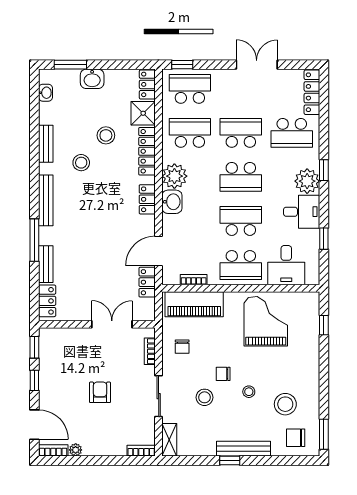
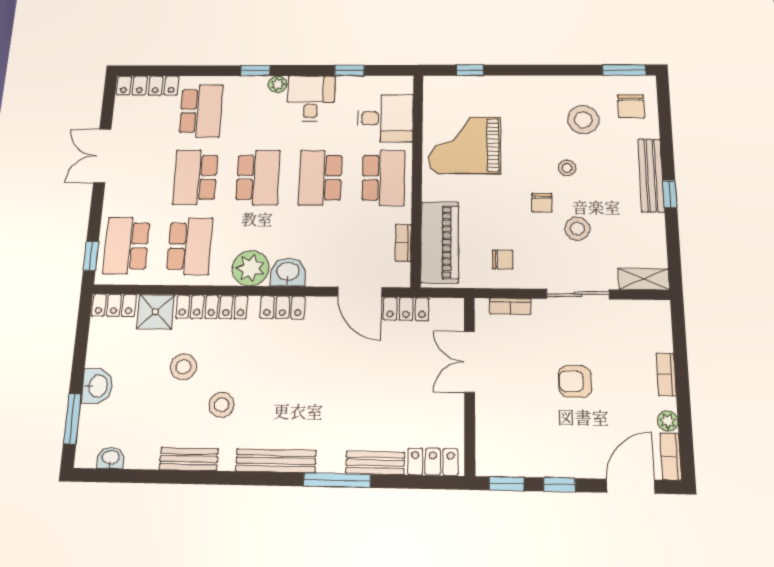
school desk: (190, 133) -> (190, 246), turned 180
plant: (307, 181) -> (278, 84), width x0.53, depth x0.53
bookcase: (141, 451) -> (666, 374), moved

